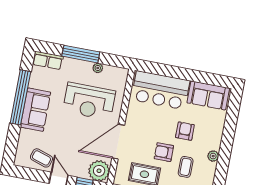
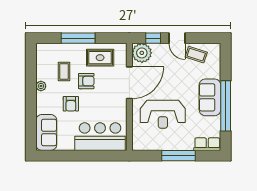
plant: (98, 68) -> (161, 146), removed
sofa: (208, 95) -> (46, 132), moved, turned 90
reception desk: (89, 101) -> (163, 114), turned 180

